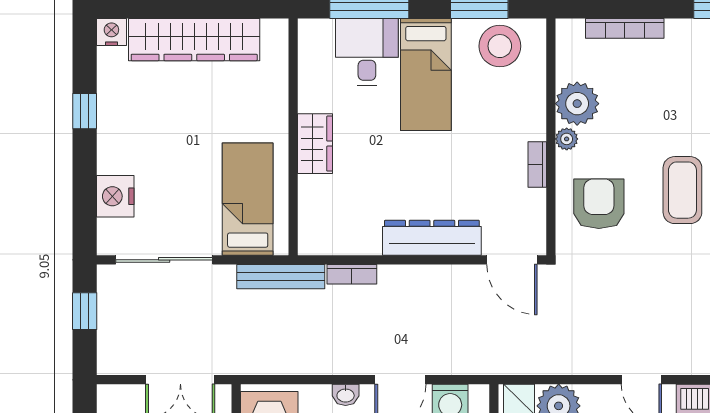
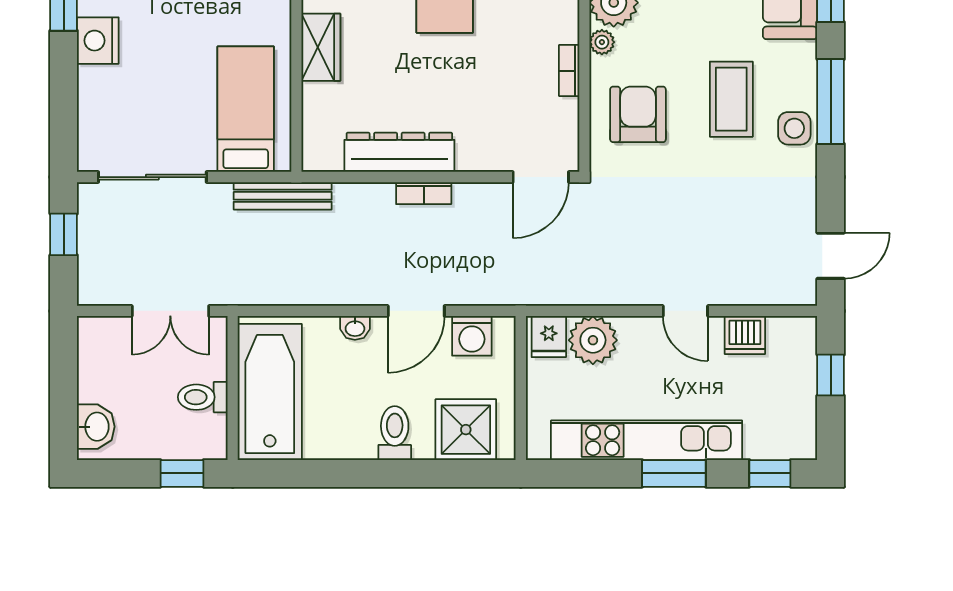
nightstand: (115, 196) -> (98, 41), moved
dresser: (432, 238) -> (399, 152), moved
door: (512, 260) -> (541, 177), hinge flipped
bookcase: (352, 274) -> (424, 193), moved

